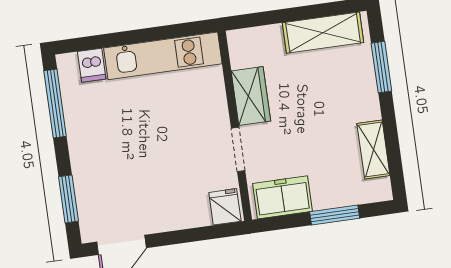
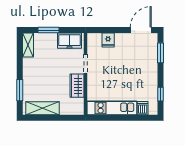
window: (55, 104) -> (161, 94), width x0.46
shelving: (373, 149) -> (28, 45), moved
fridge: (225, 207) -> (108, 40), moved

